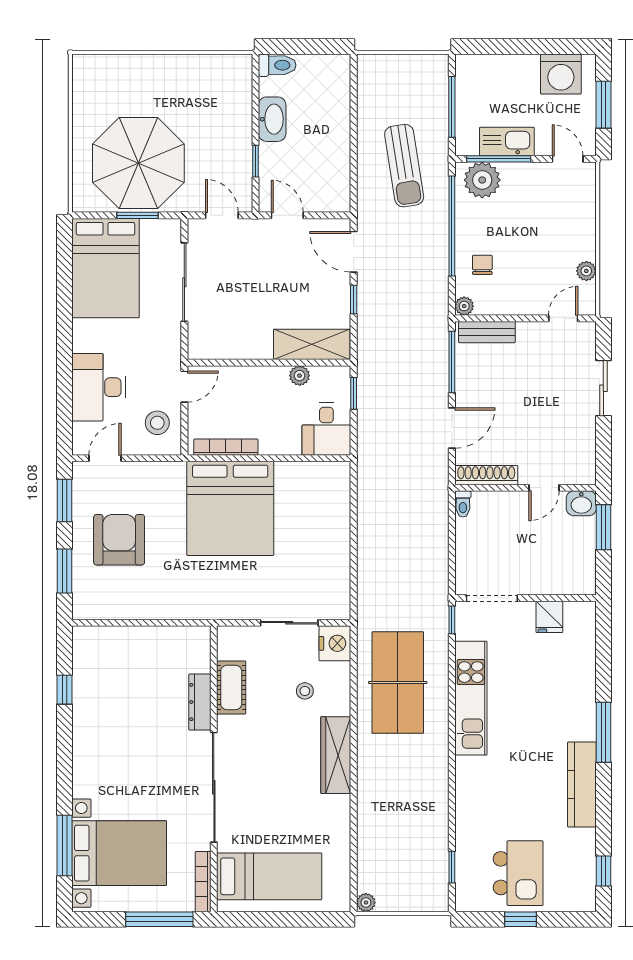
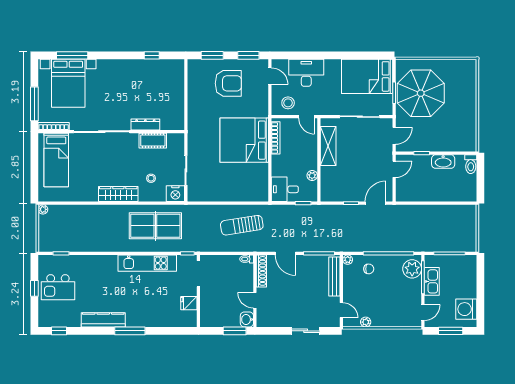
sun lounger: (404, 166) -> (242, 225), moved
bench: (487, 332) -> (334, 276), width x1.36
shelving: (312, 344) -> (328, 146), moved

